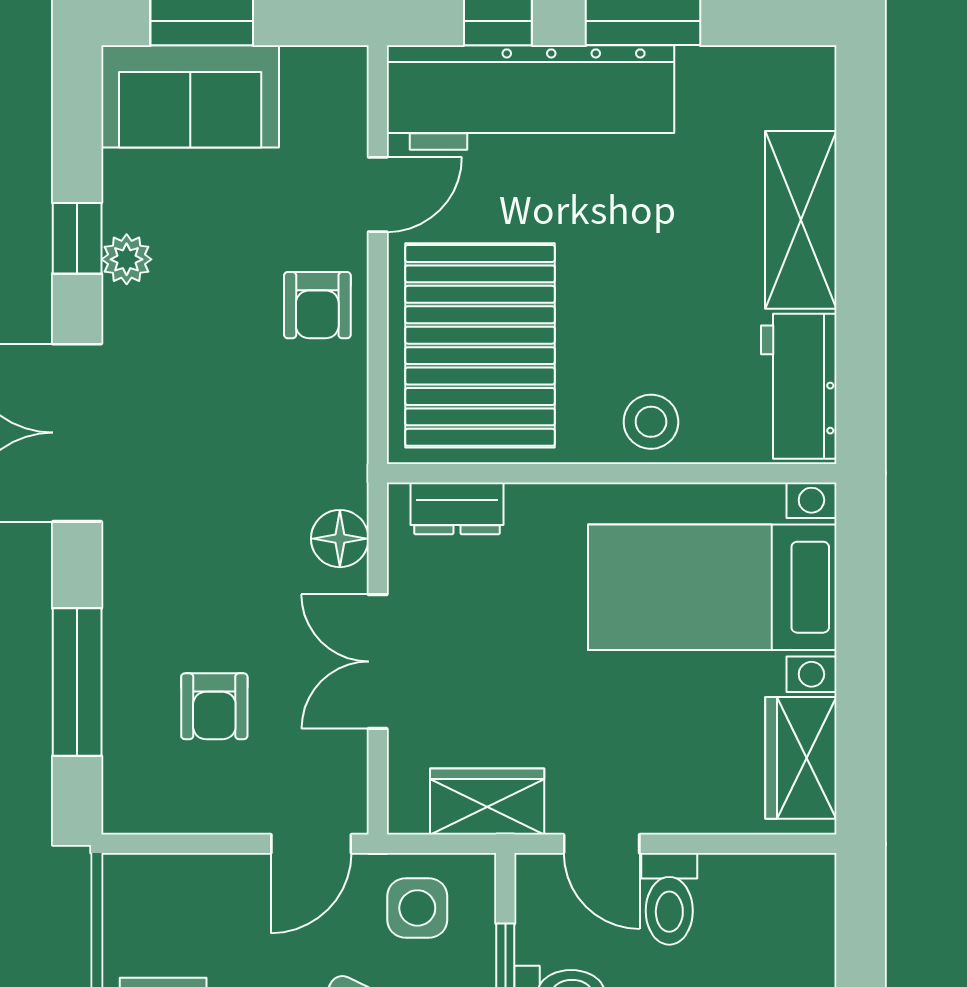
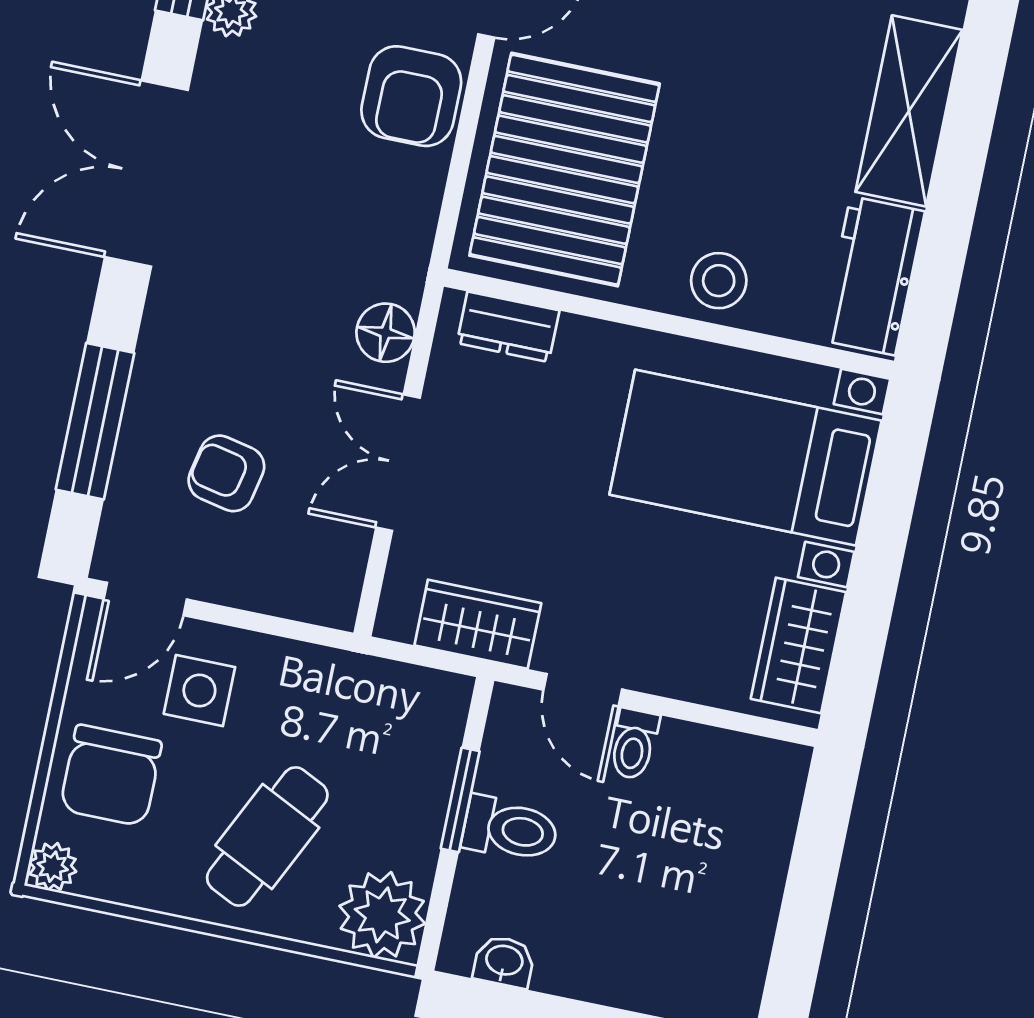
armchair: (317, 305) -> (411, 96), width x1.38, depth x1.38
armchair: (214, 706) -> (226, 473), turned 102
door: (311, 844) -> (145, 599), moved
toilet: (669, 899) -> (634, 744), width x0.73, depth x0.72
side table: (417, 908) -> (199, 691), moved

